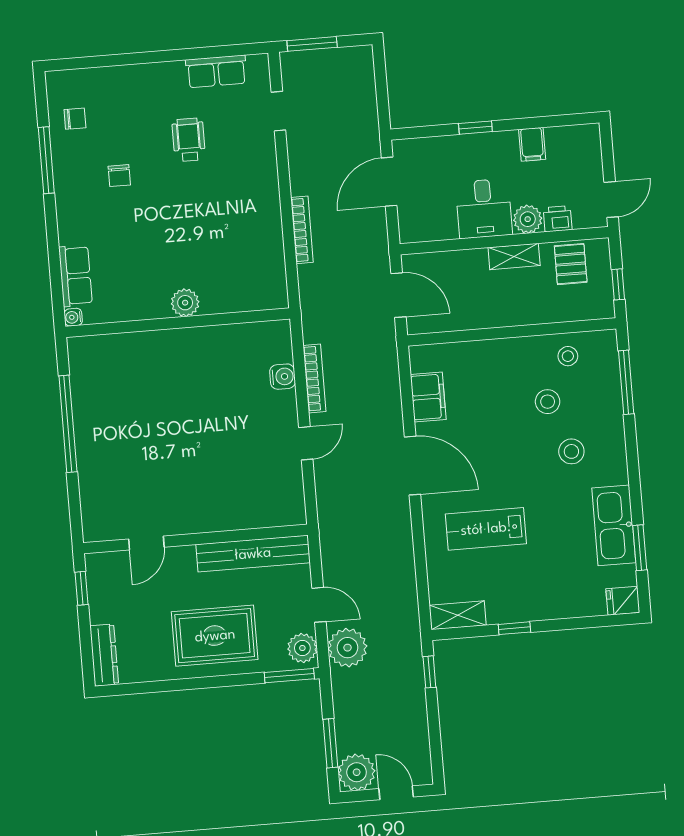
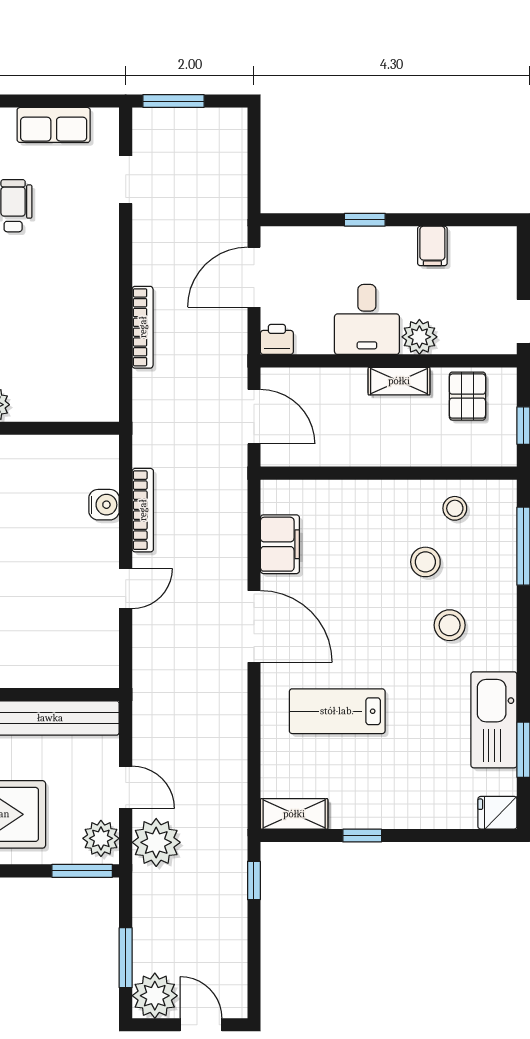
printer: (558, 219) -> (277, 339), moved

